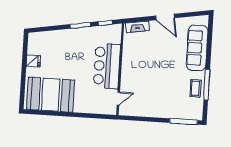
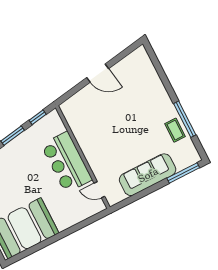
fireplace: (137, 27) -> (74, 101), removed
sofa: (197, 48) -> (148, 175), moved, turned 90
door: (118, 99) -> (99, 190), swing flipped

